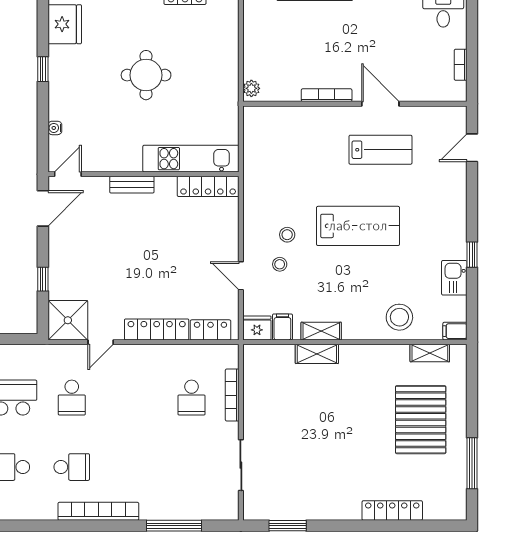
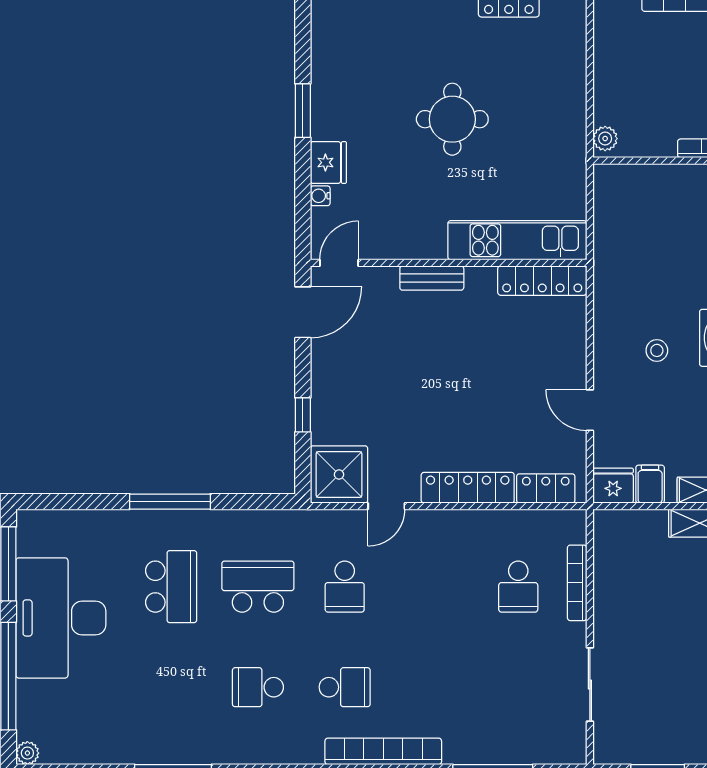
fridge: (65, 24) -> (328, 162), moved, width x0.73, depth x0.75
window: (43, 69) -> (303, 111), width x1.50
stool: (280, 264) -> (646, 393), removed

